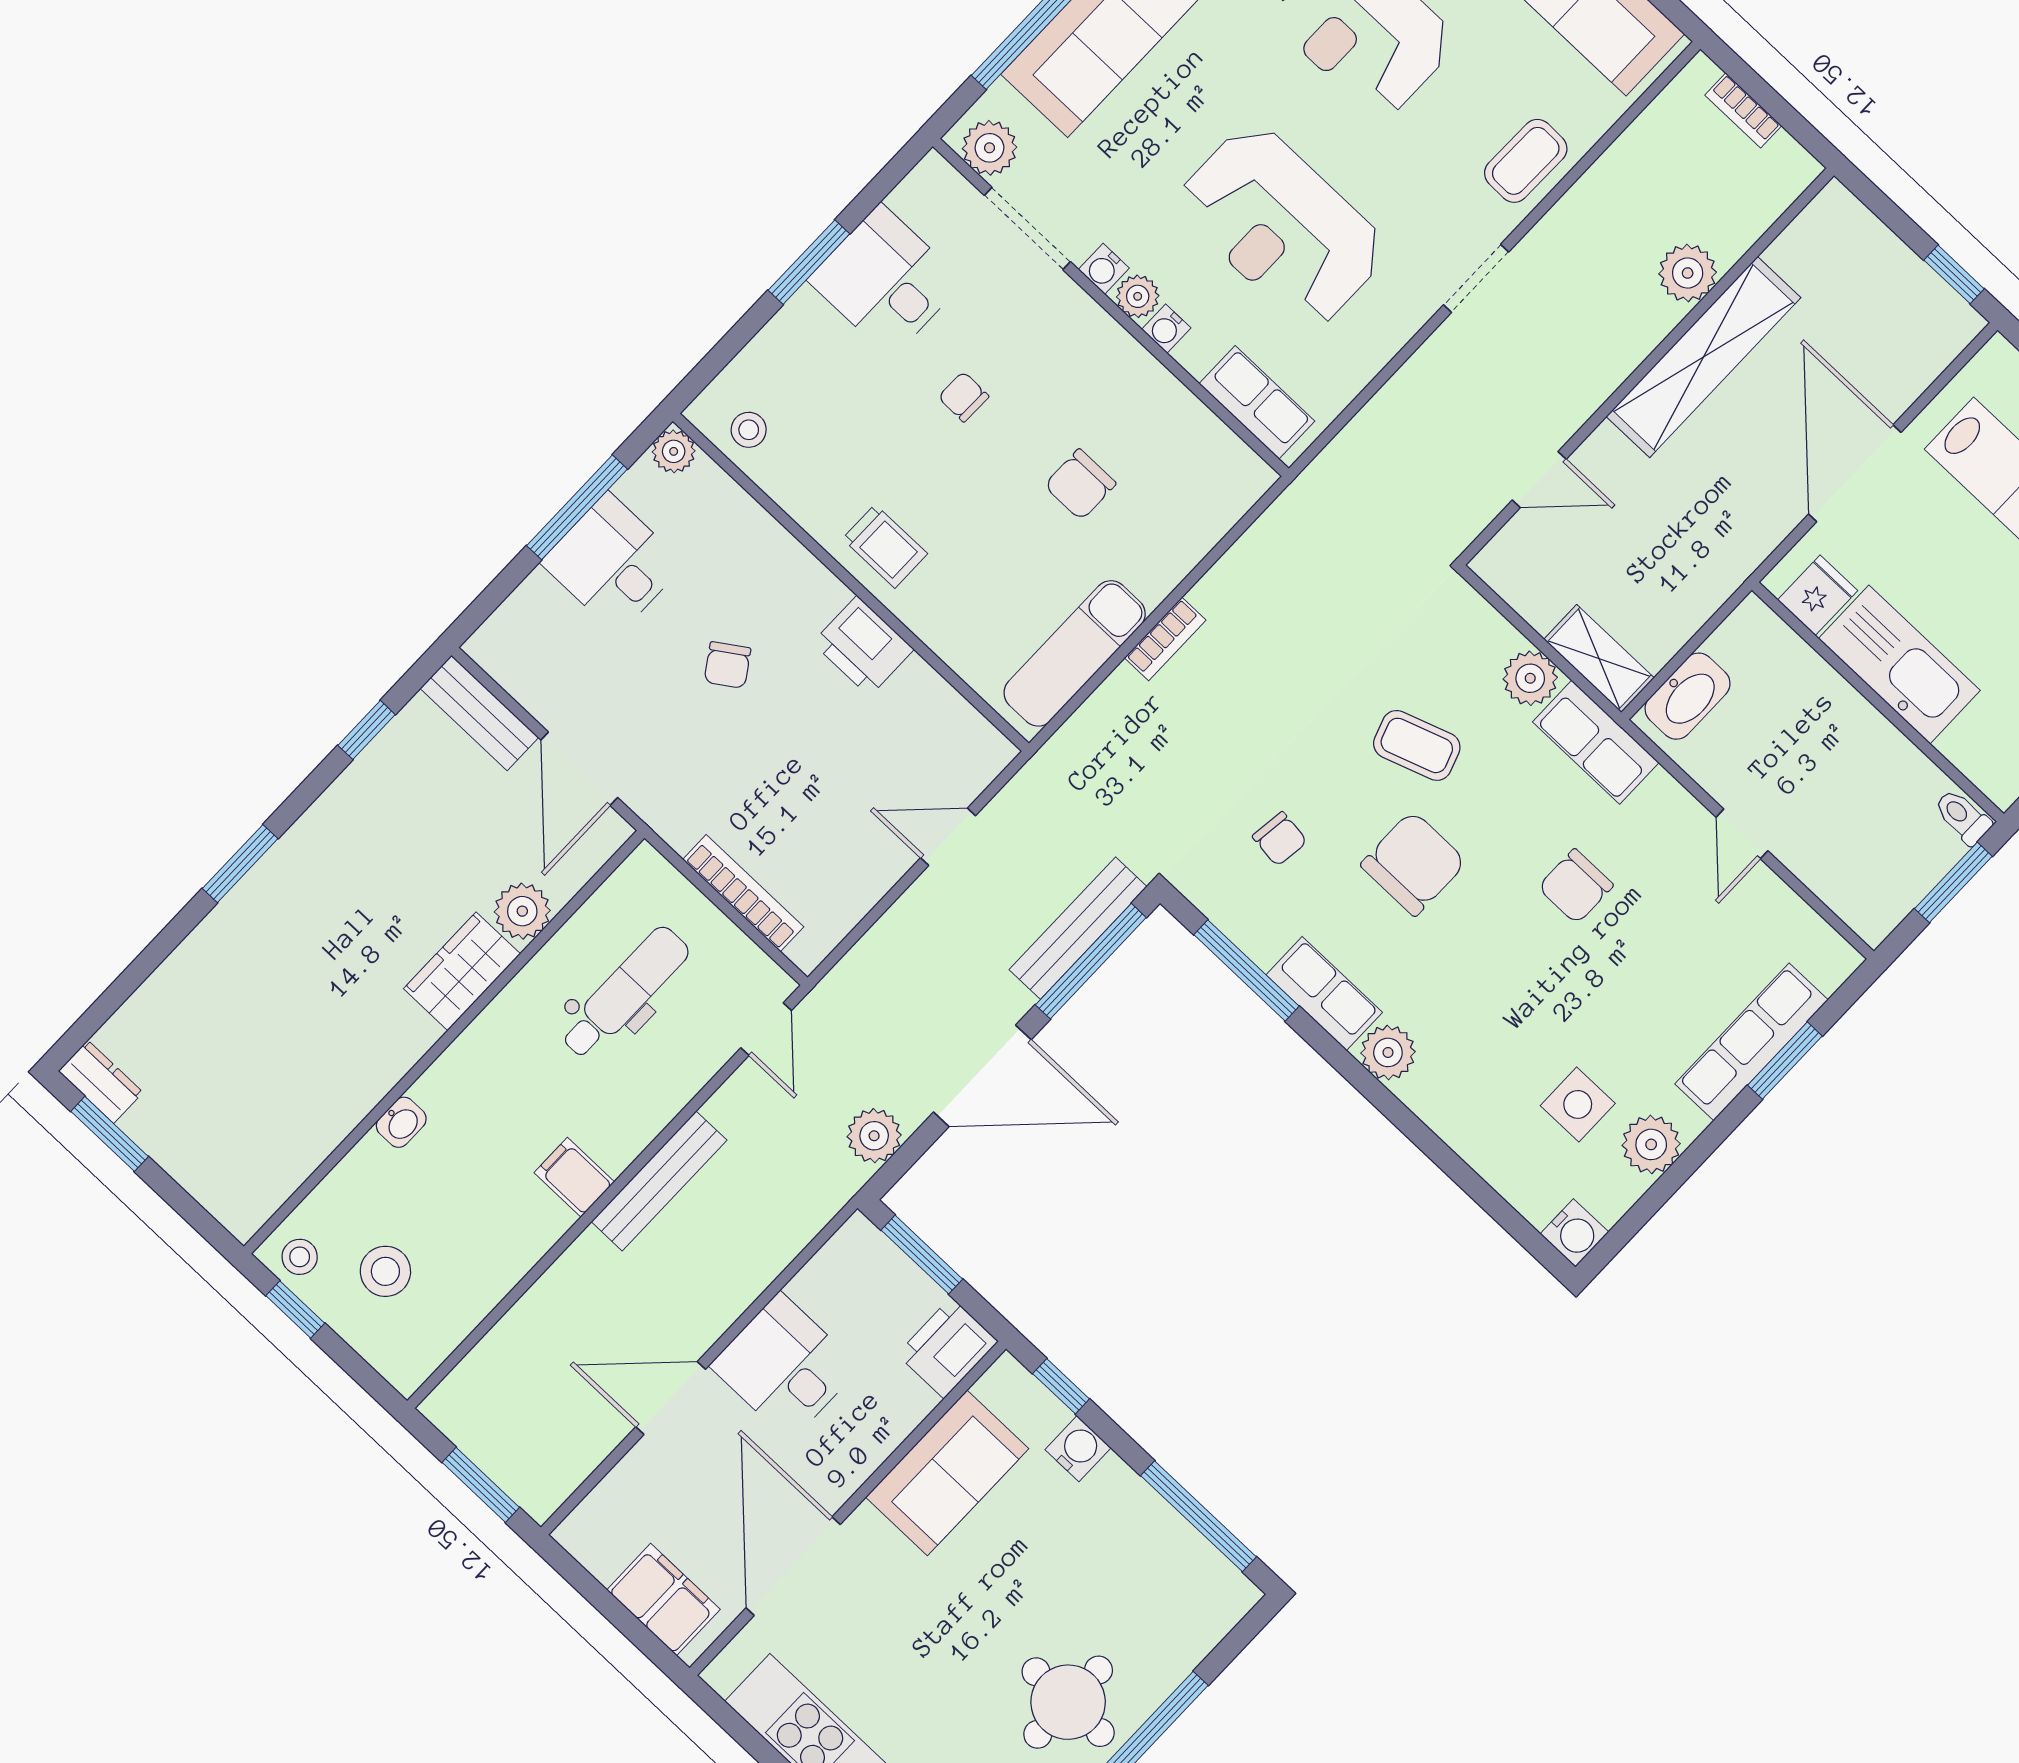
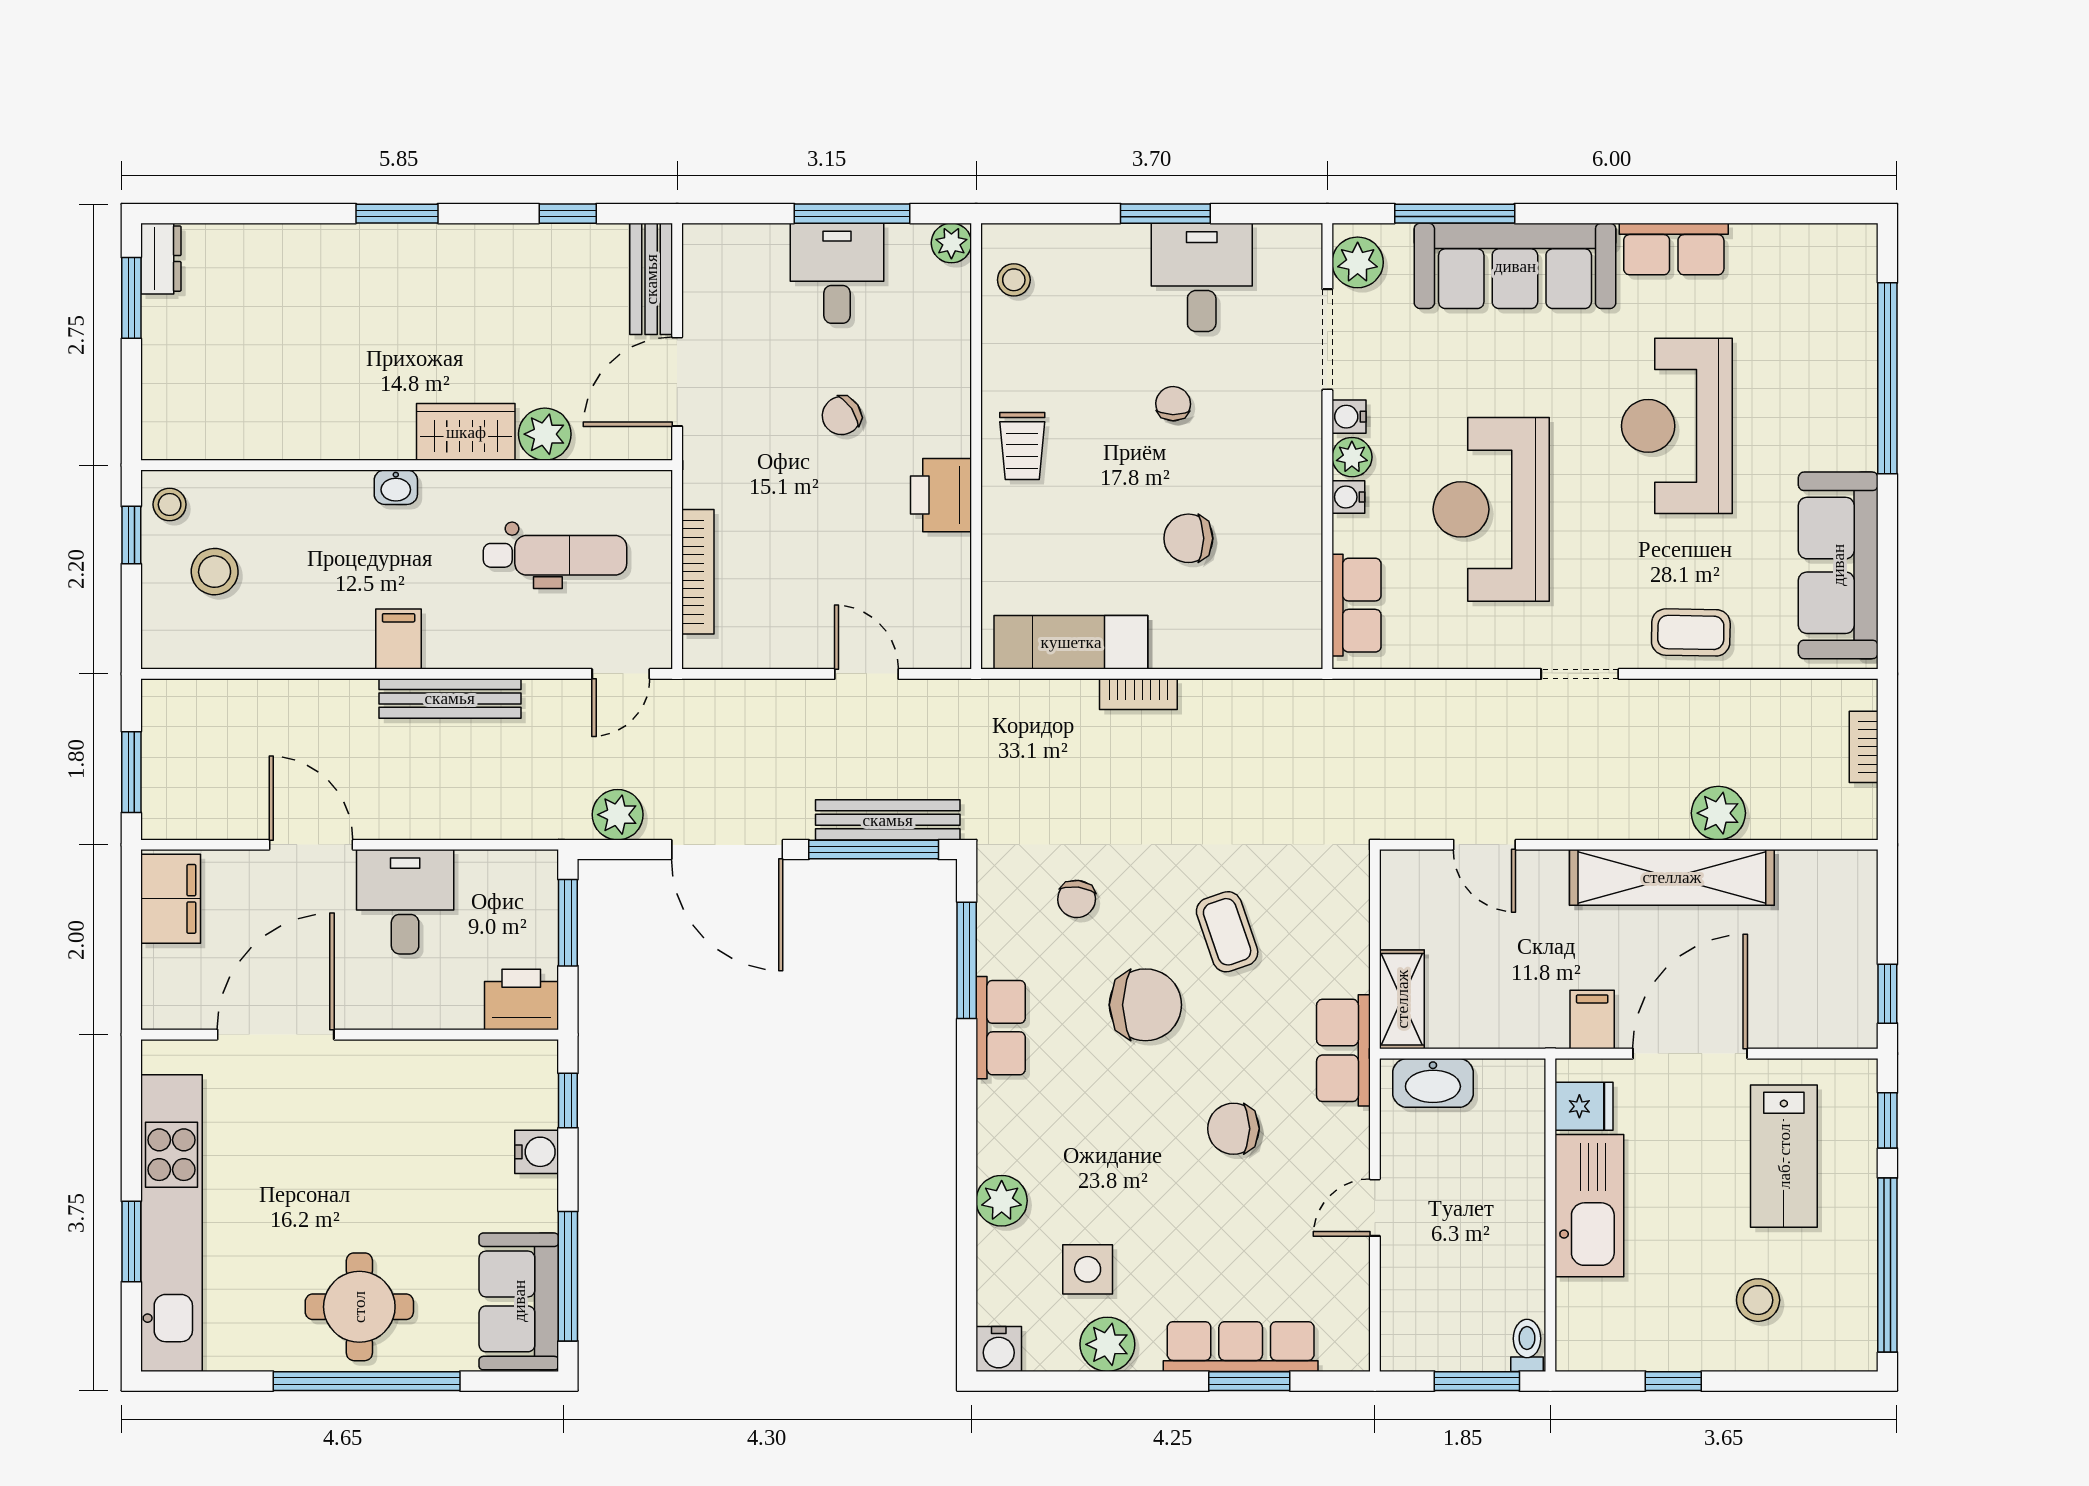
filing cabinet: (1756, 525) -> (1592, 1019), added
plant: (1530, 678) -> (1345, 965), removed
plant: (1388, 1052) -> (1002, 1201), moved
washbasin: (401, 1122) -> (396, 487), moved
sofa: (947, 1473) -> (519, 1301), moved, turned 90
filing cabinet: (664, 1600) -> (171, 899), moved

